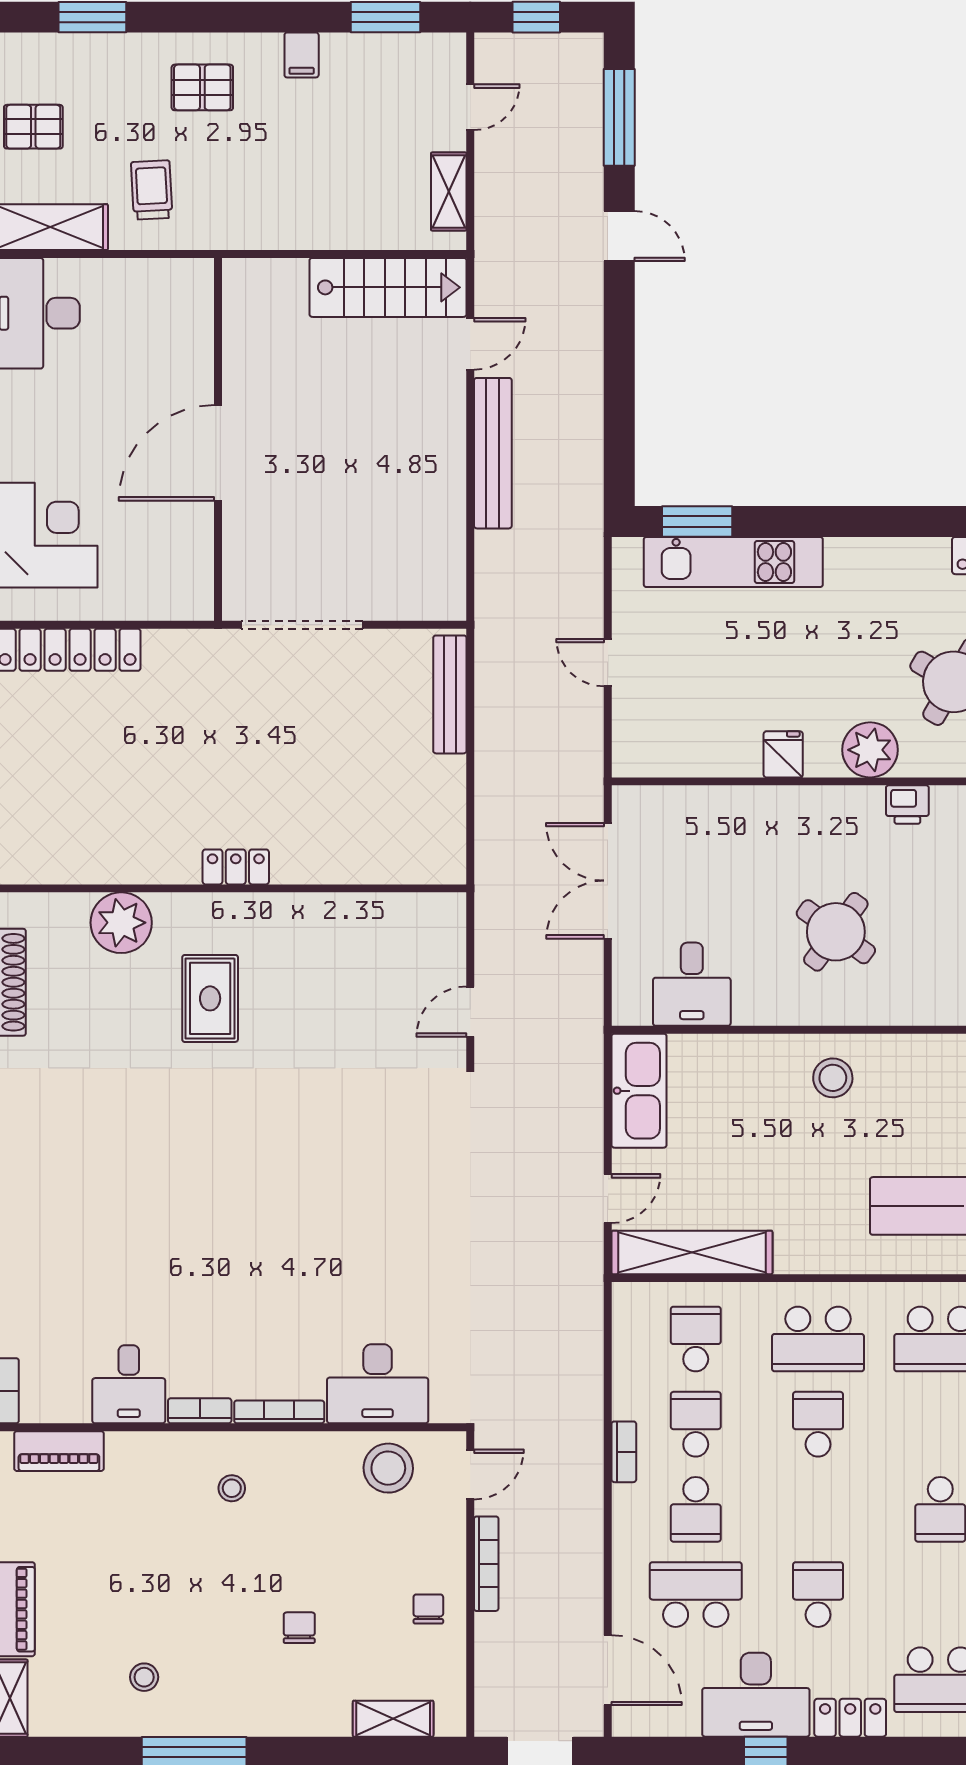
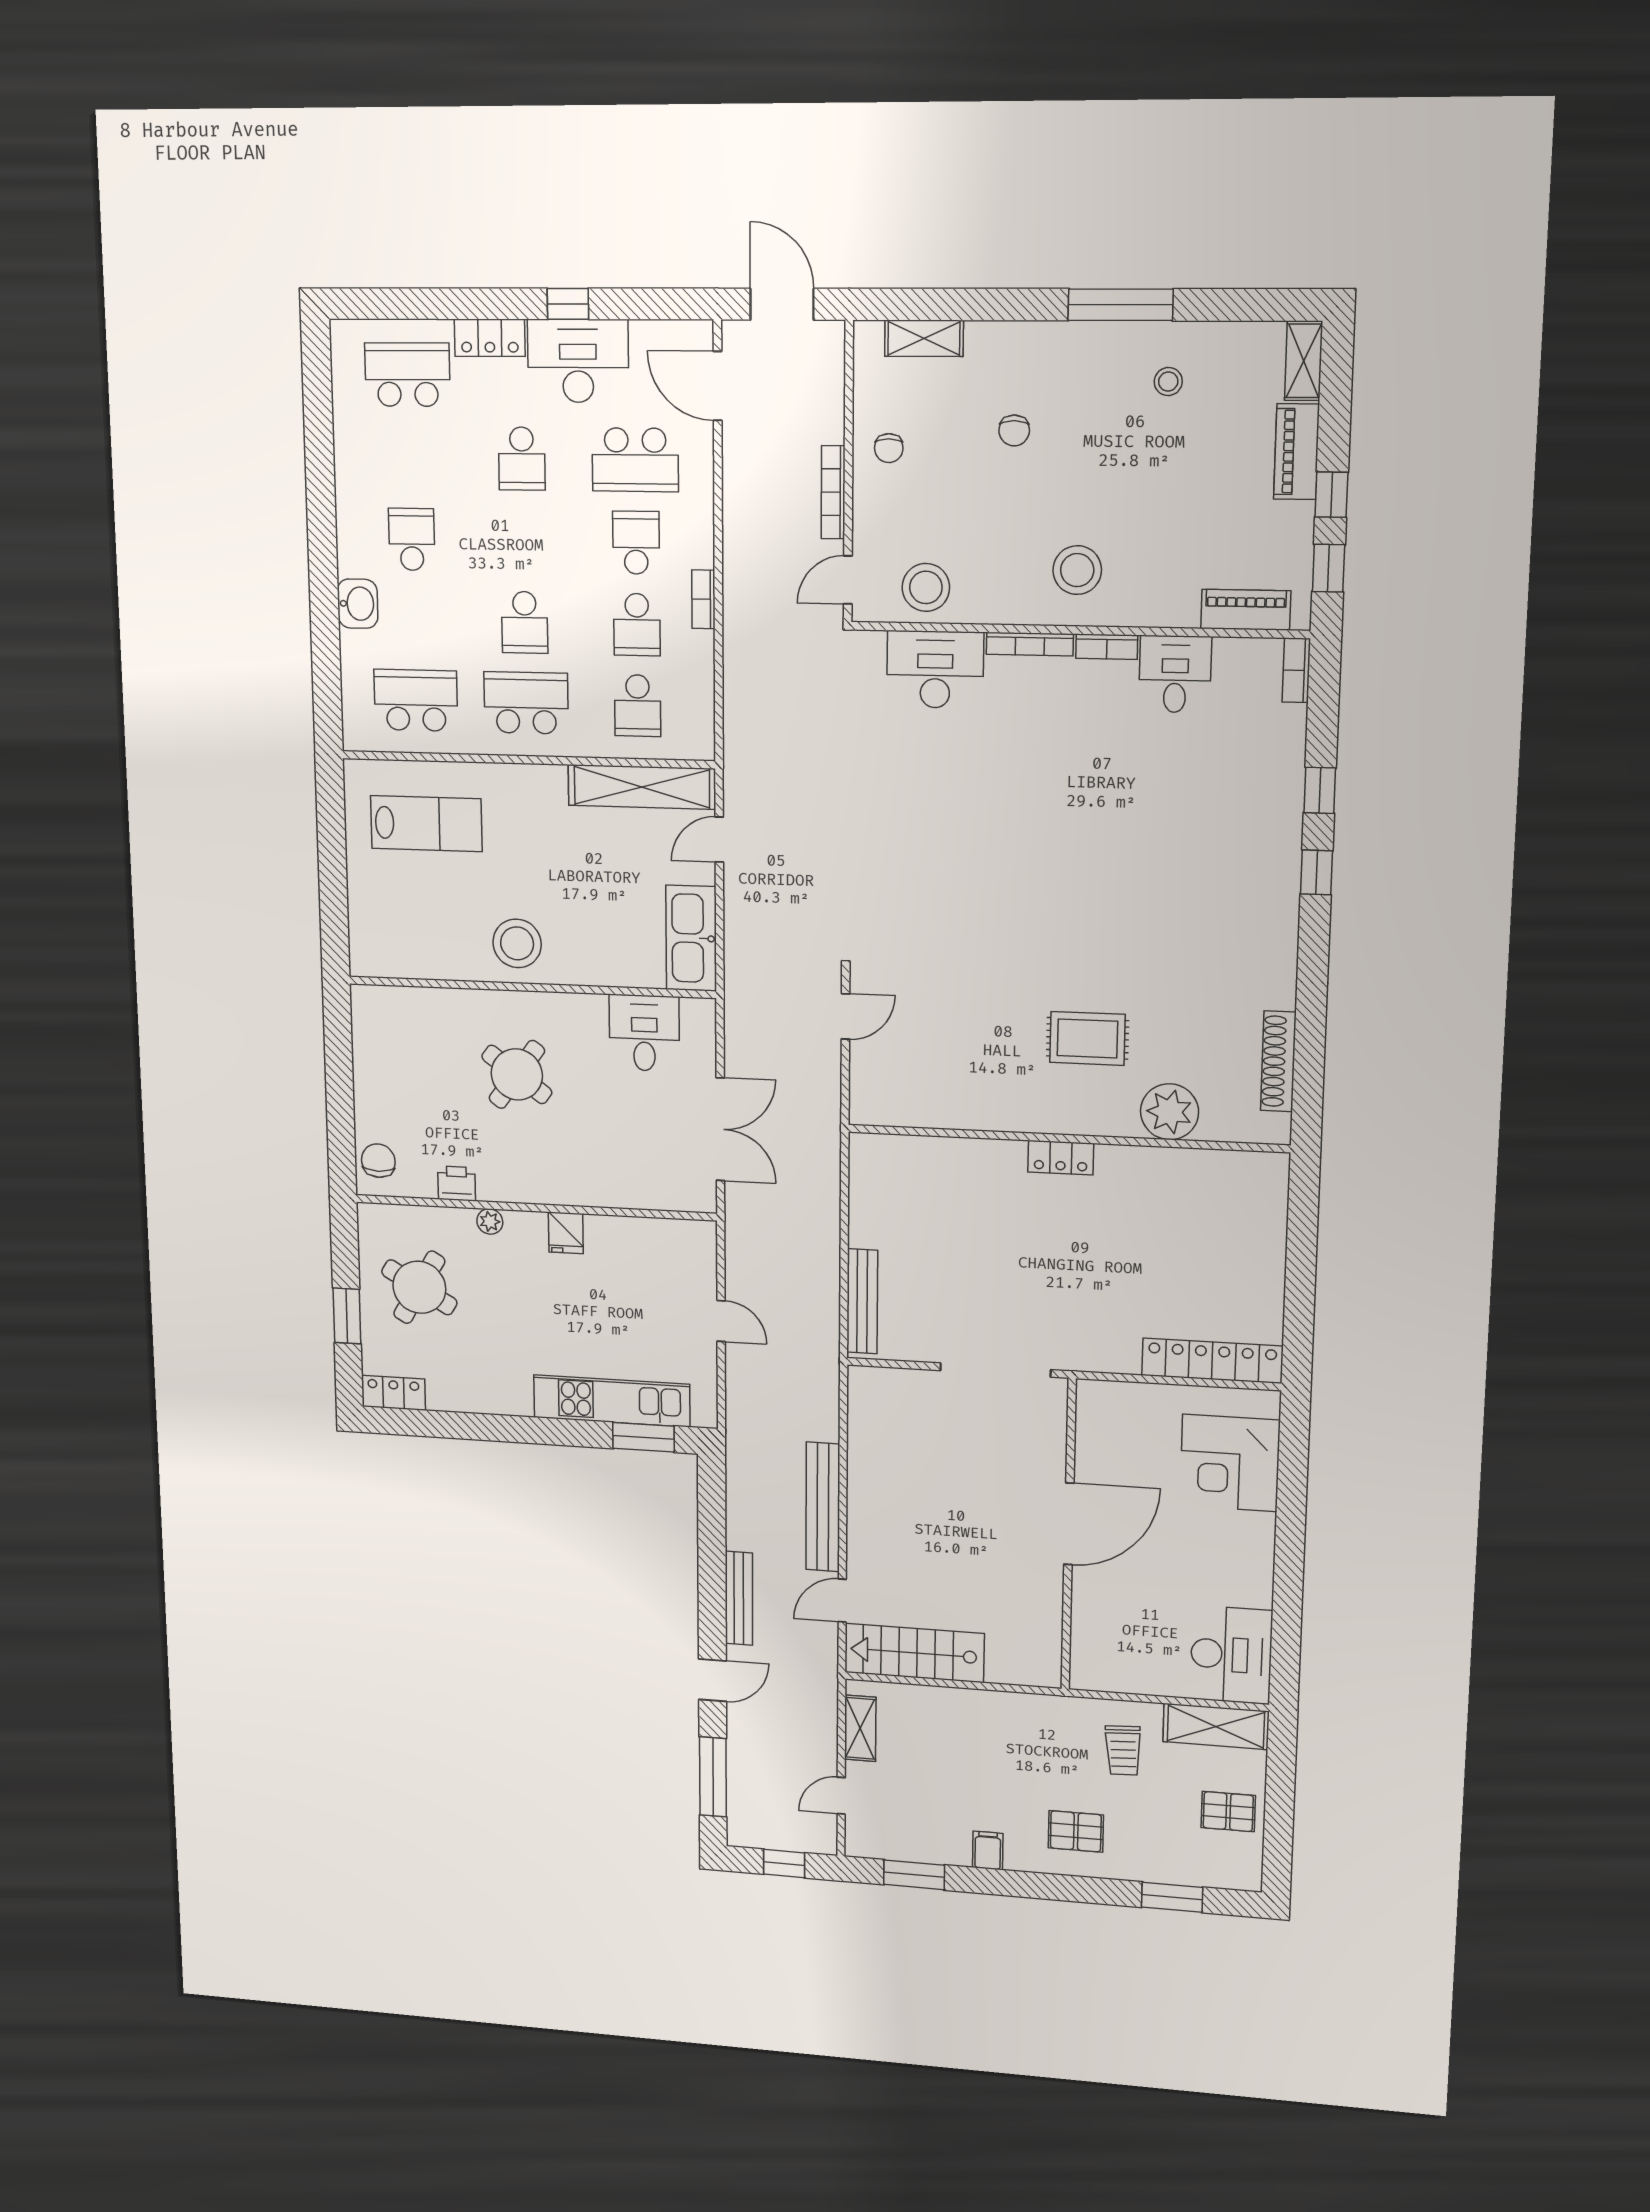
door: (619, 236) -> (713, 1680), swing flipped
bench: (588, 338) -> (739, 1598), added
plant: (870, 750) -> (490, 1221), width x0.53, depth x0.53
rug: (210, 998) -> (1087, 1038), turned 90
stool: (833, 1078) -> (517, 943), width x1.38, depth x1.38
stool: (232, 1488) -> (1077, 570), width x1.89, depth x1.89

